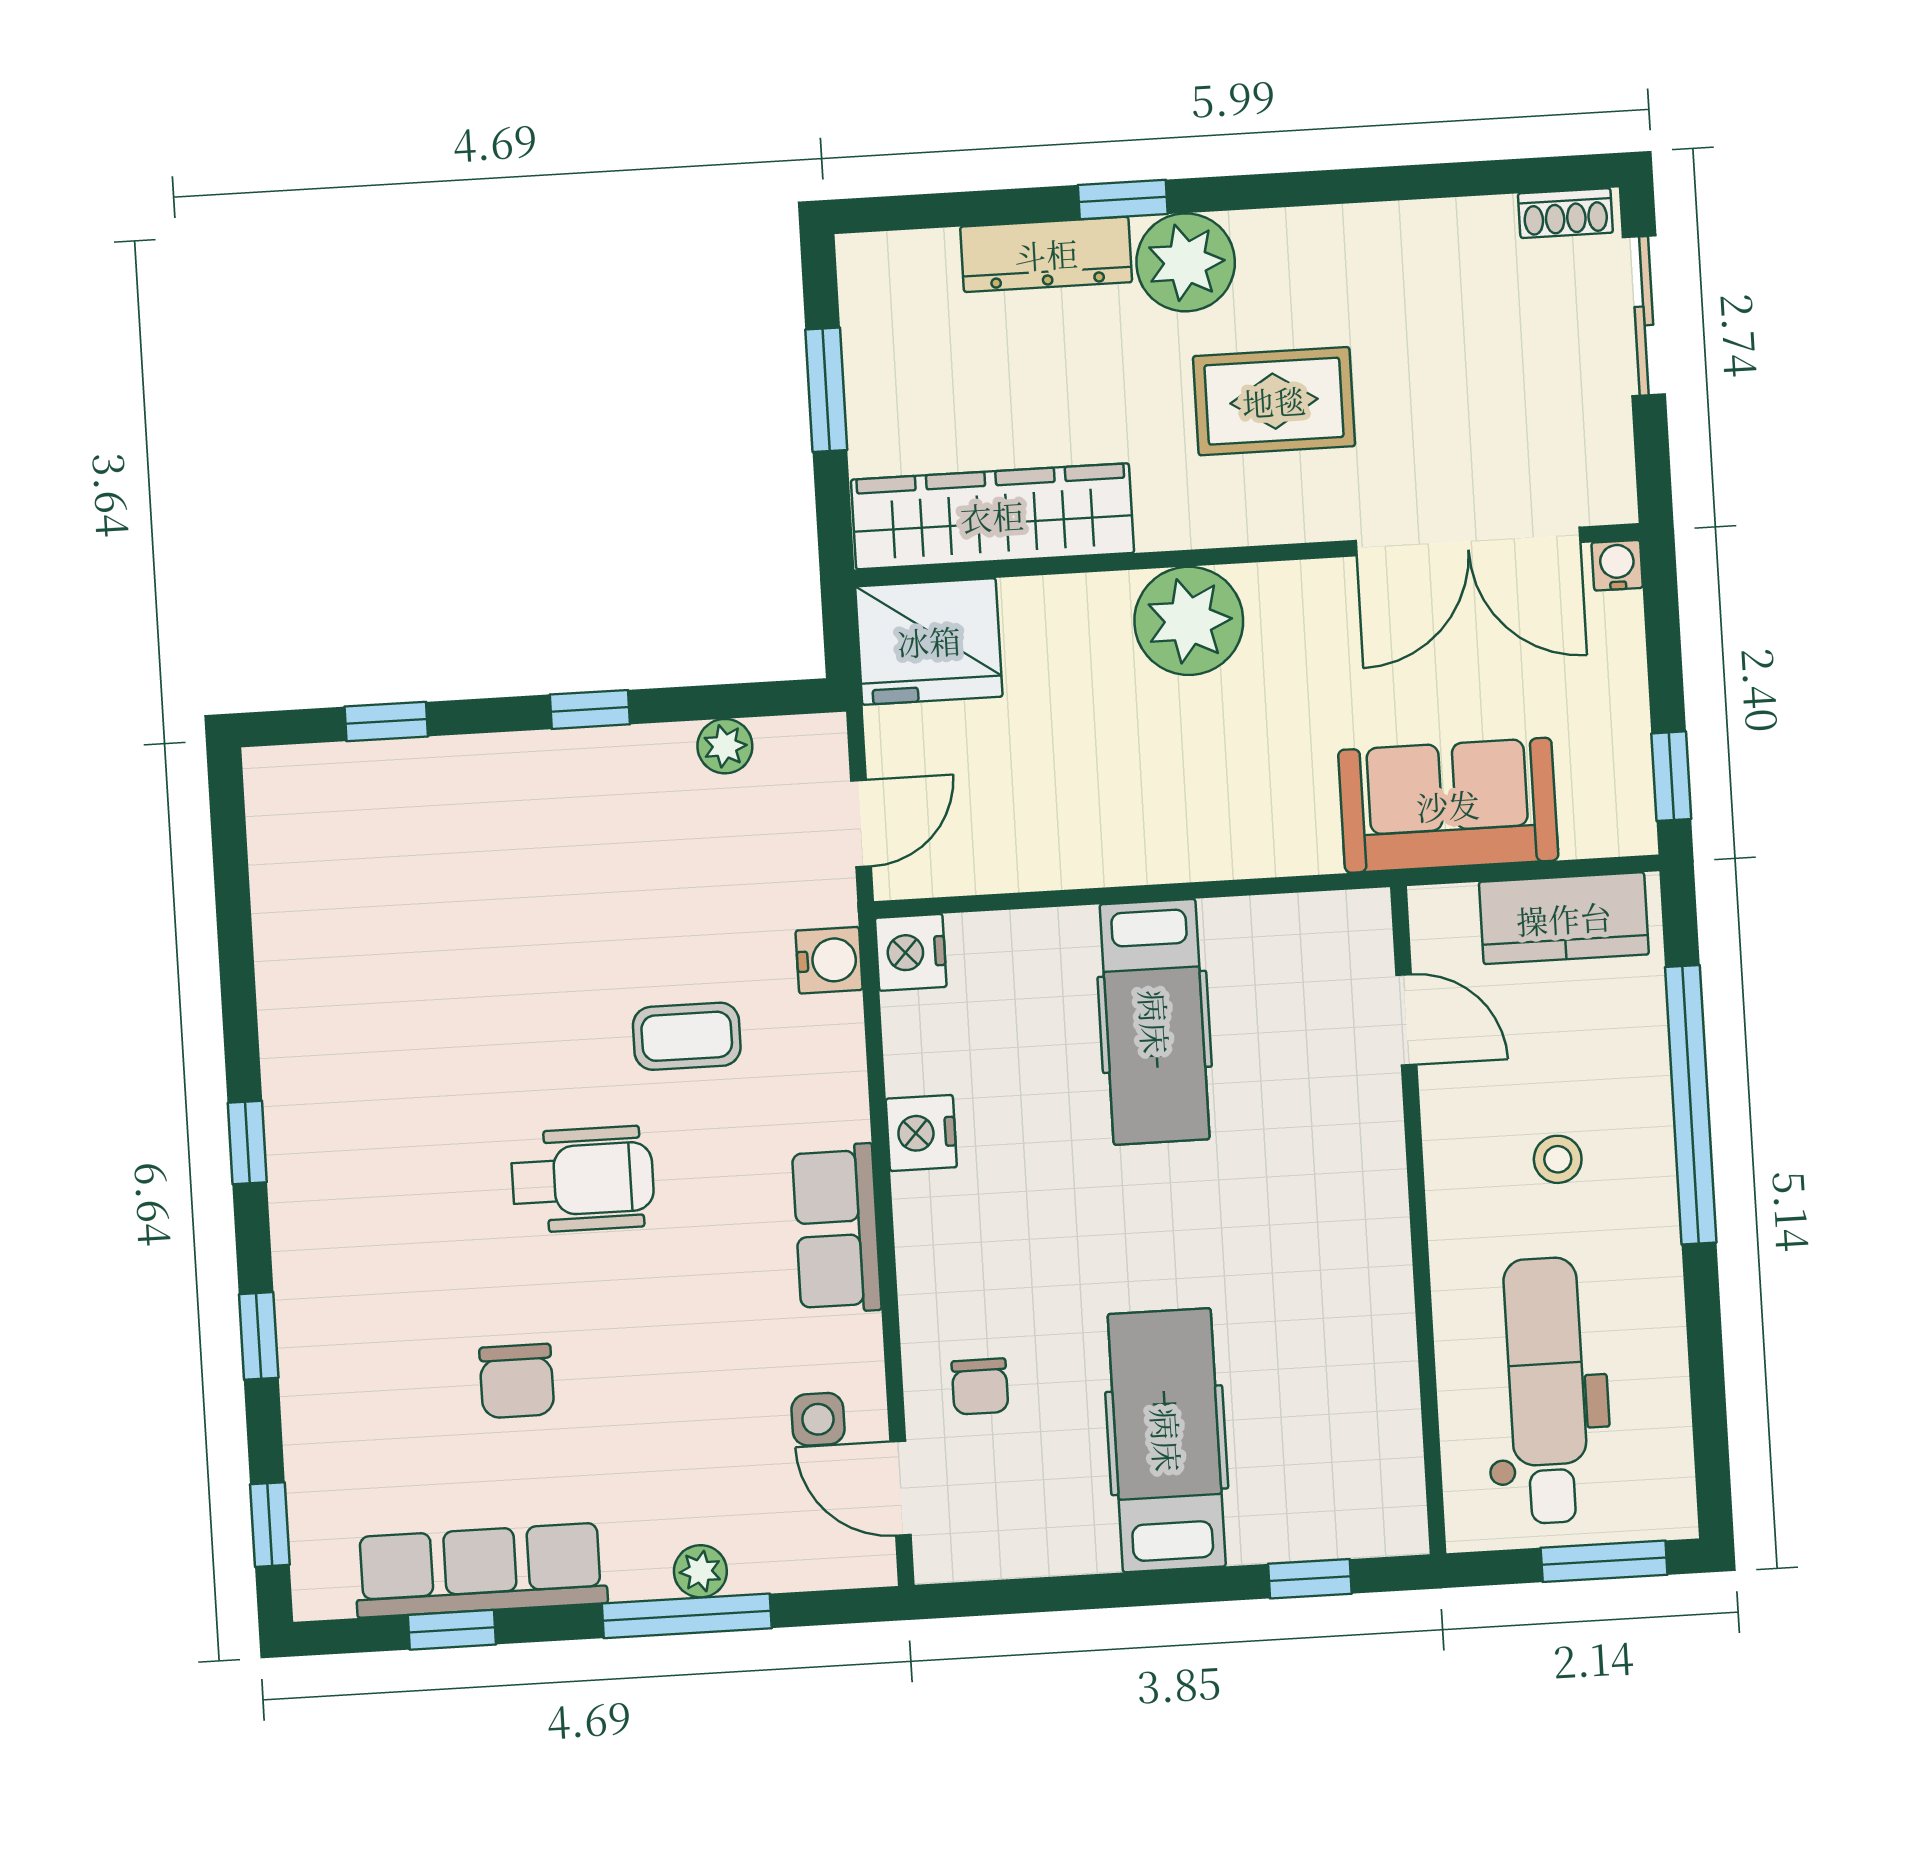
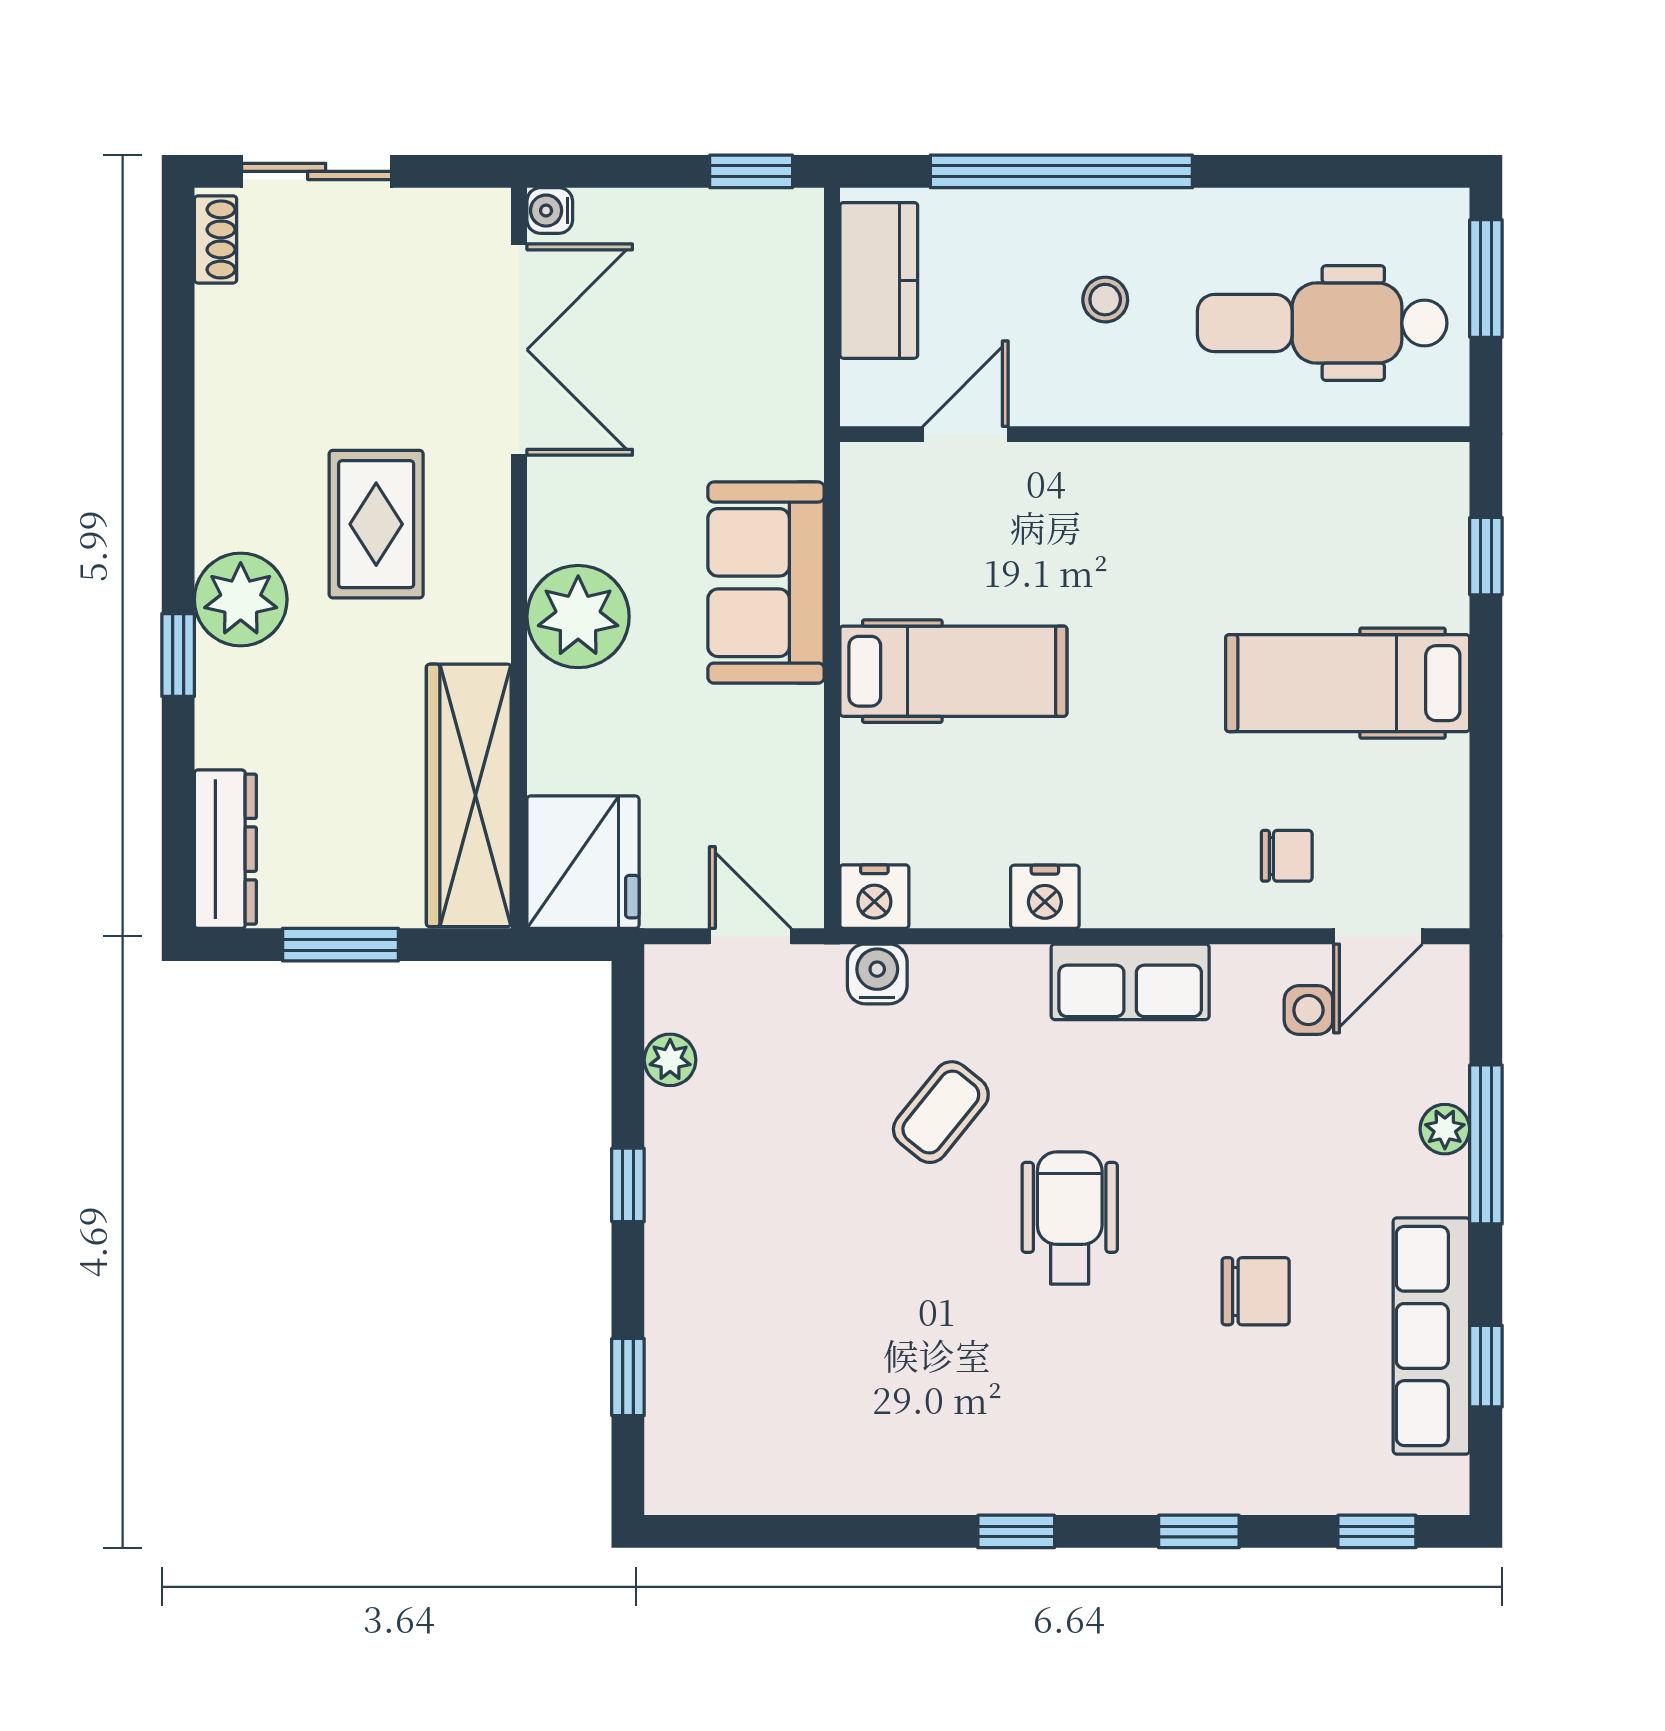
dresser: (1046, 254) -> (225, 849), moved
sofa: (1448, 805) -> (766, 583), moved
coffee table: (687, 1036) -> (941, 1112), turned 39

